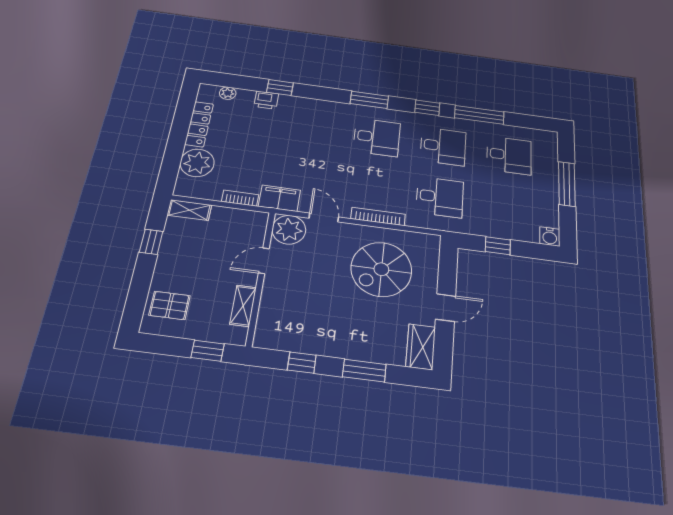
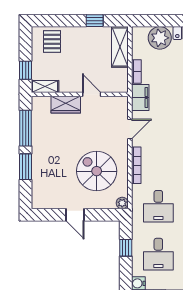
desk: (508, 206) -> (158, 254), added
shelving: (189, 210) -> (120, 47), width x1.50, depth x1.33
plant: (289, 230) -> (122, 203), moved, width x0.53, depth x0.53
shelving: (243, 306) -> (45, 87), moved
wardrobe: (421, 347) -> (66, 105), moved, turned 180
window: (302, 363) -> (26, 128), width x2.17

